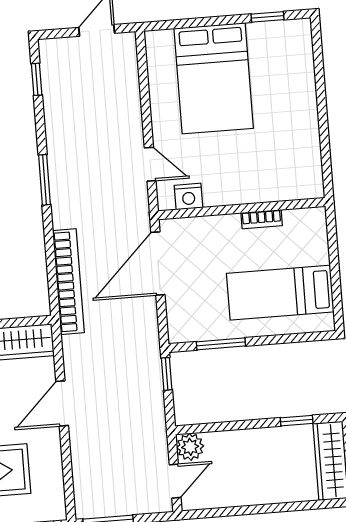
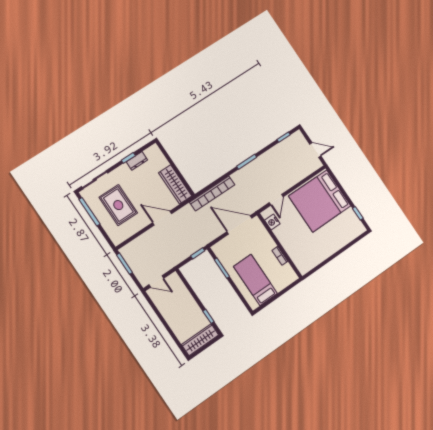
bed: (214, 78) -> (320, 201), width x1.36
plant: (190, 447) -> (174, 280), removed

